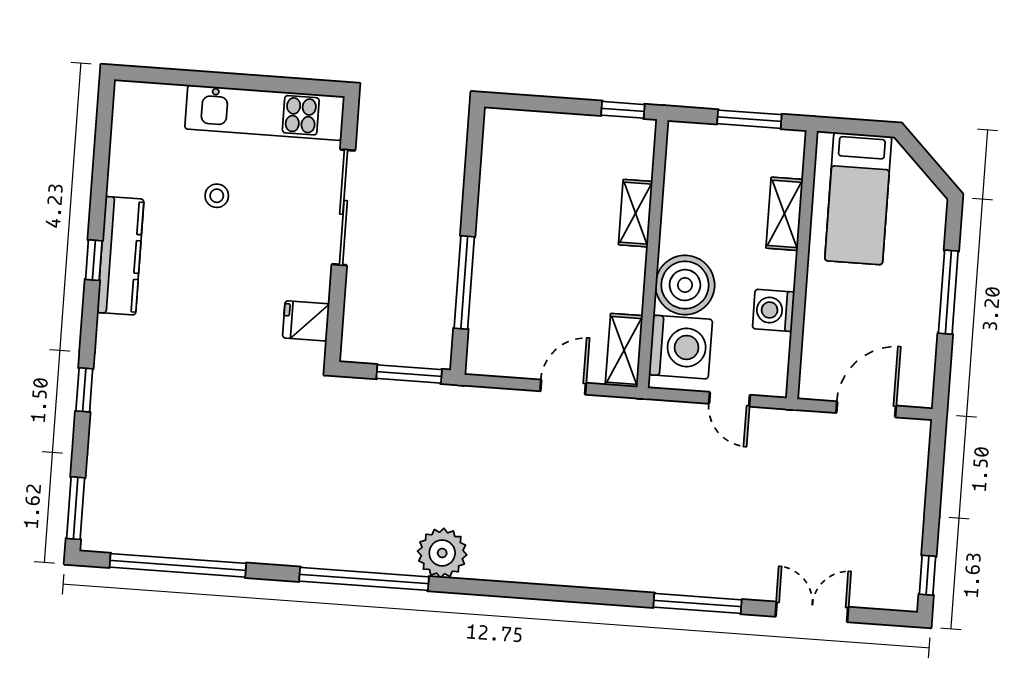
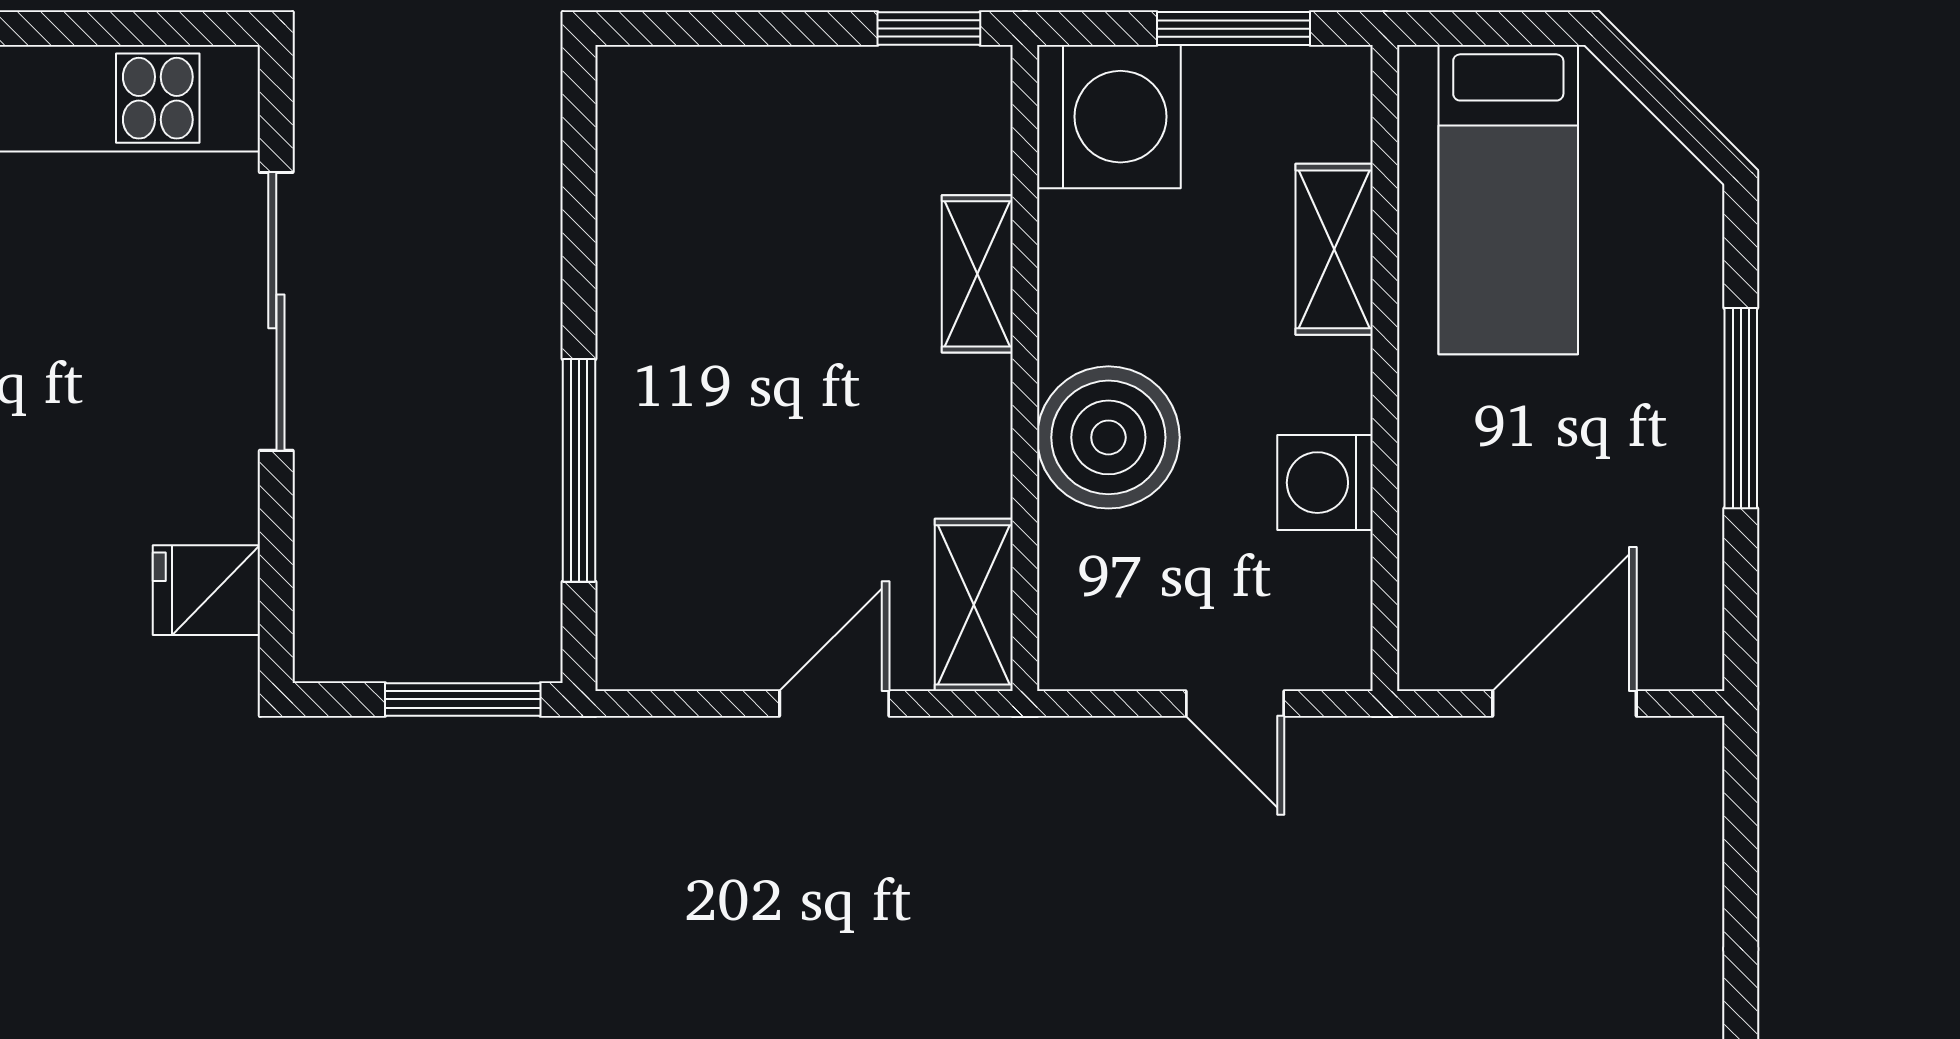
washing machine: (681, 347) -> (1109, 117), moved

